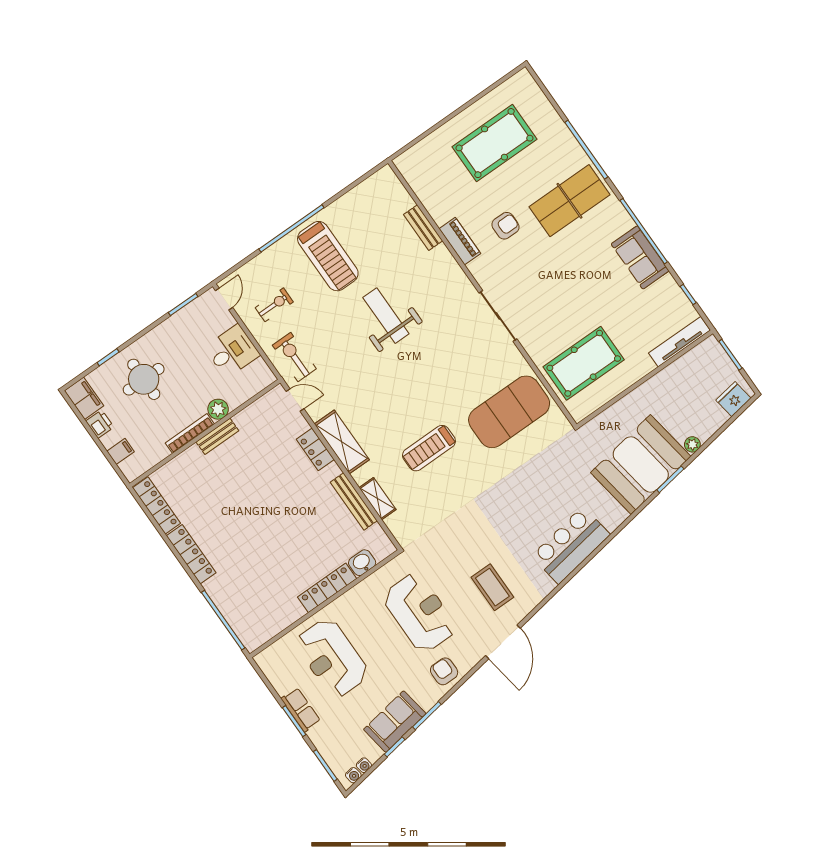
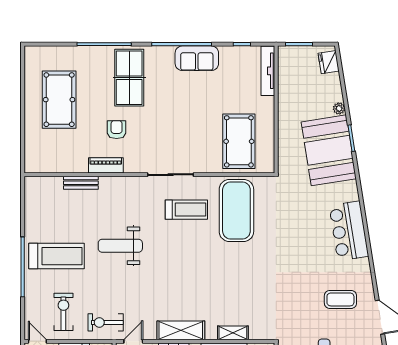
exercise bike: (274, 305) -> (63, 312), width x1.38, depth x1.39
treadmill: (429, 448) -> (186, 210), moved, turned -90

